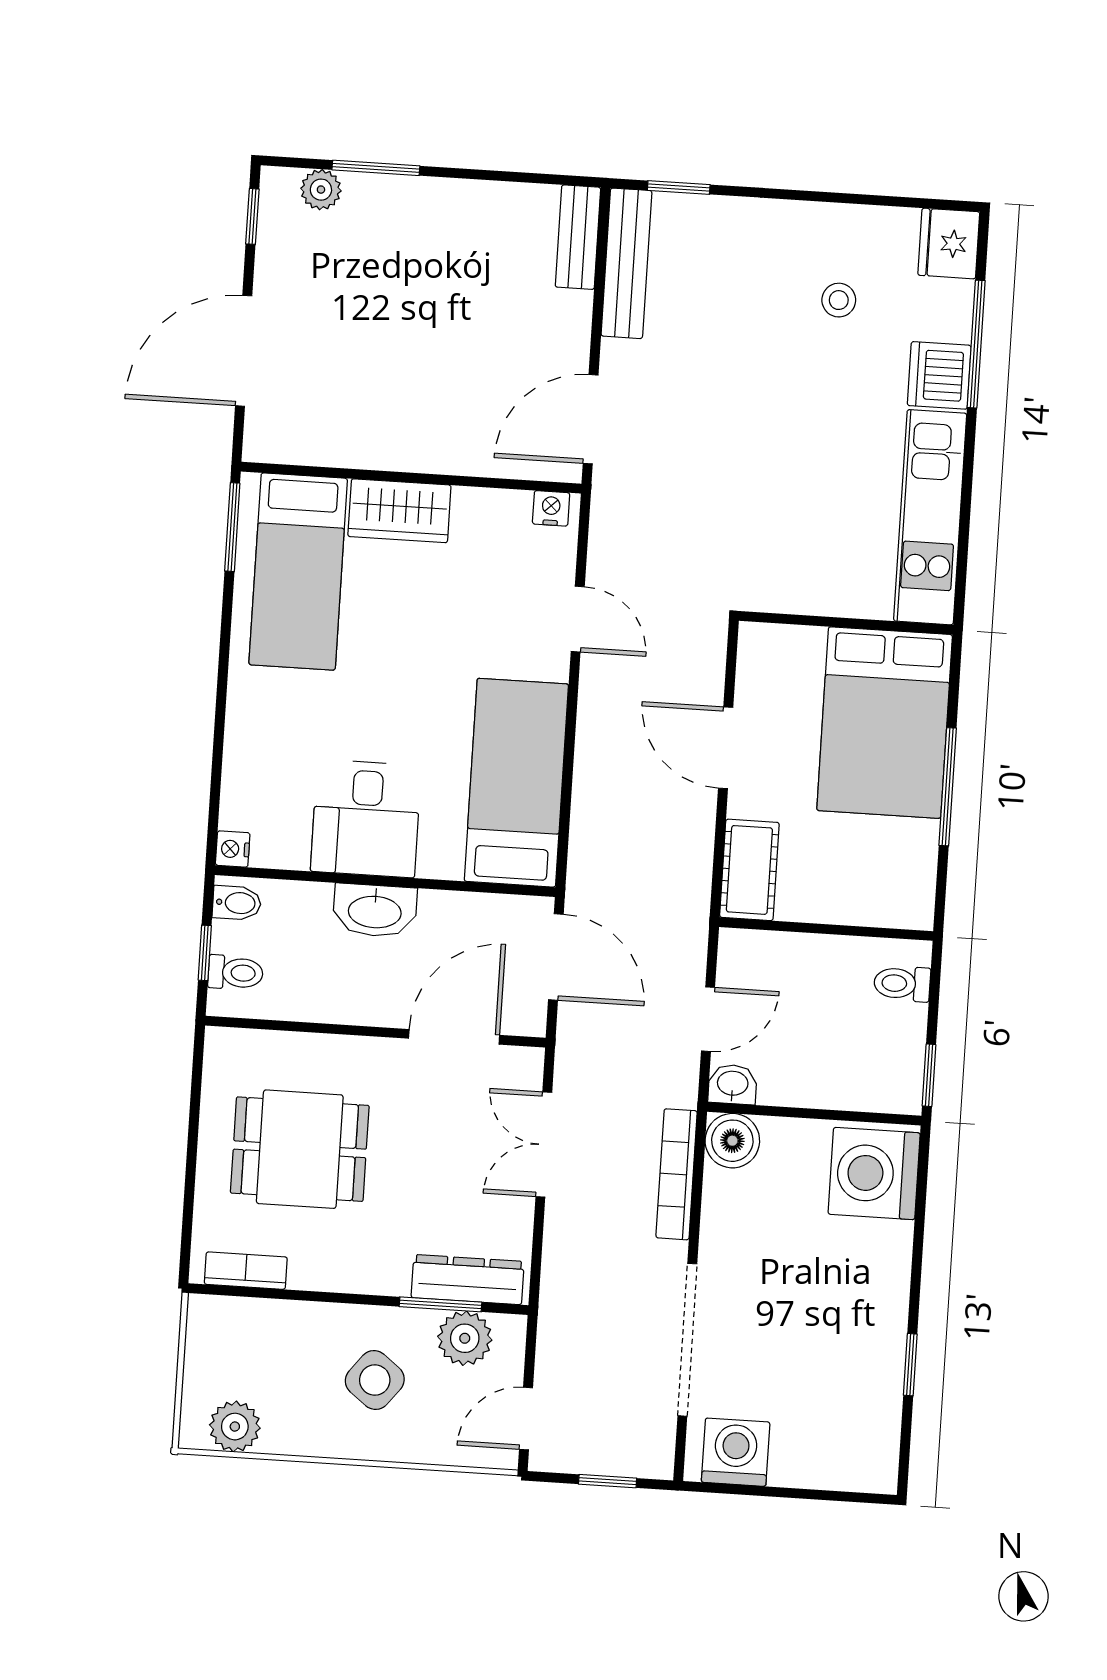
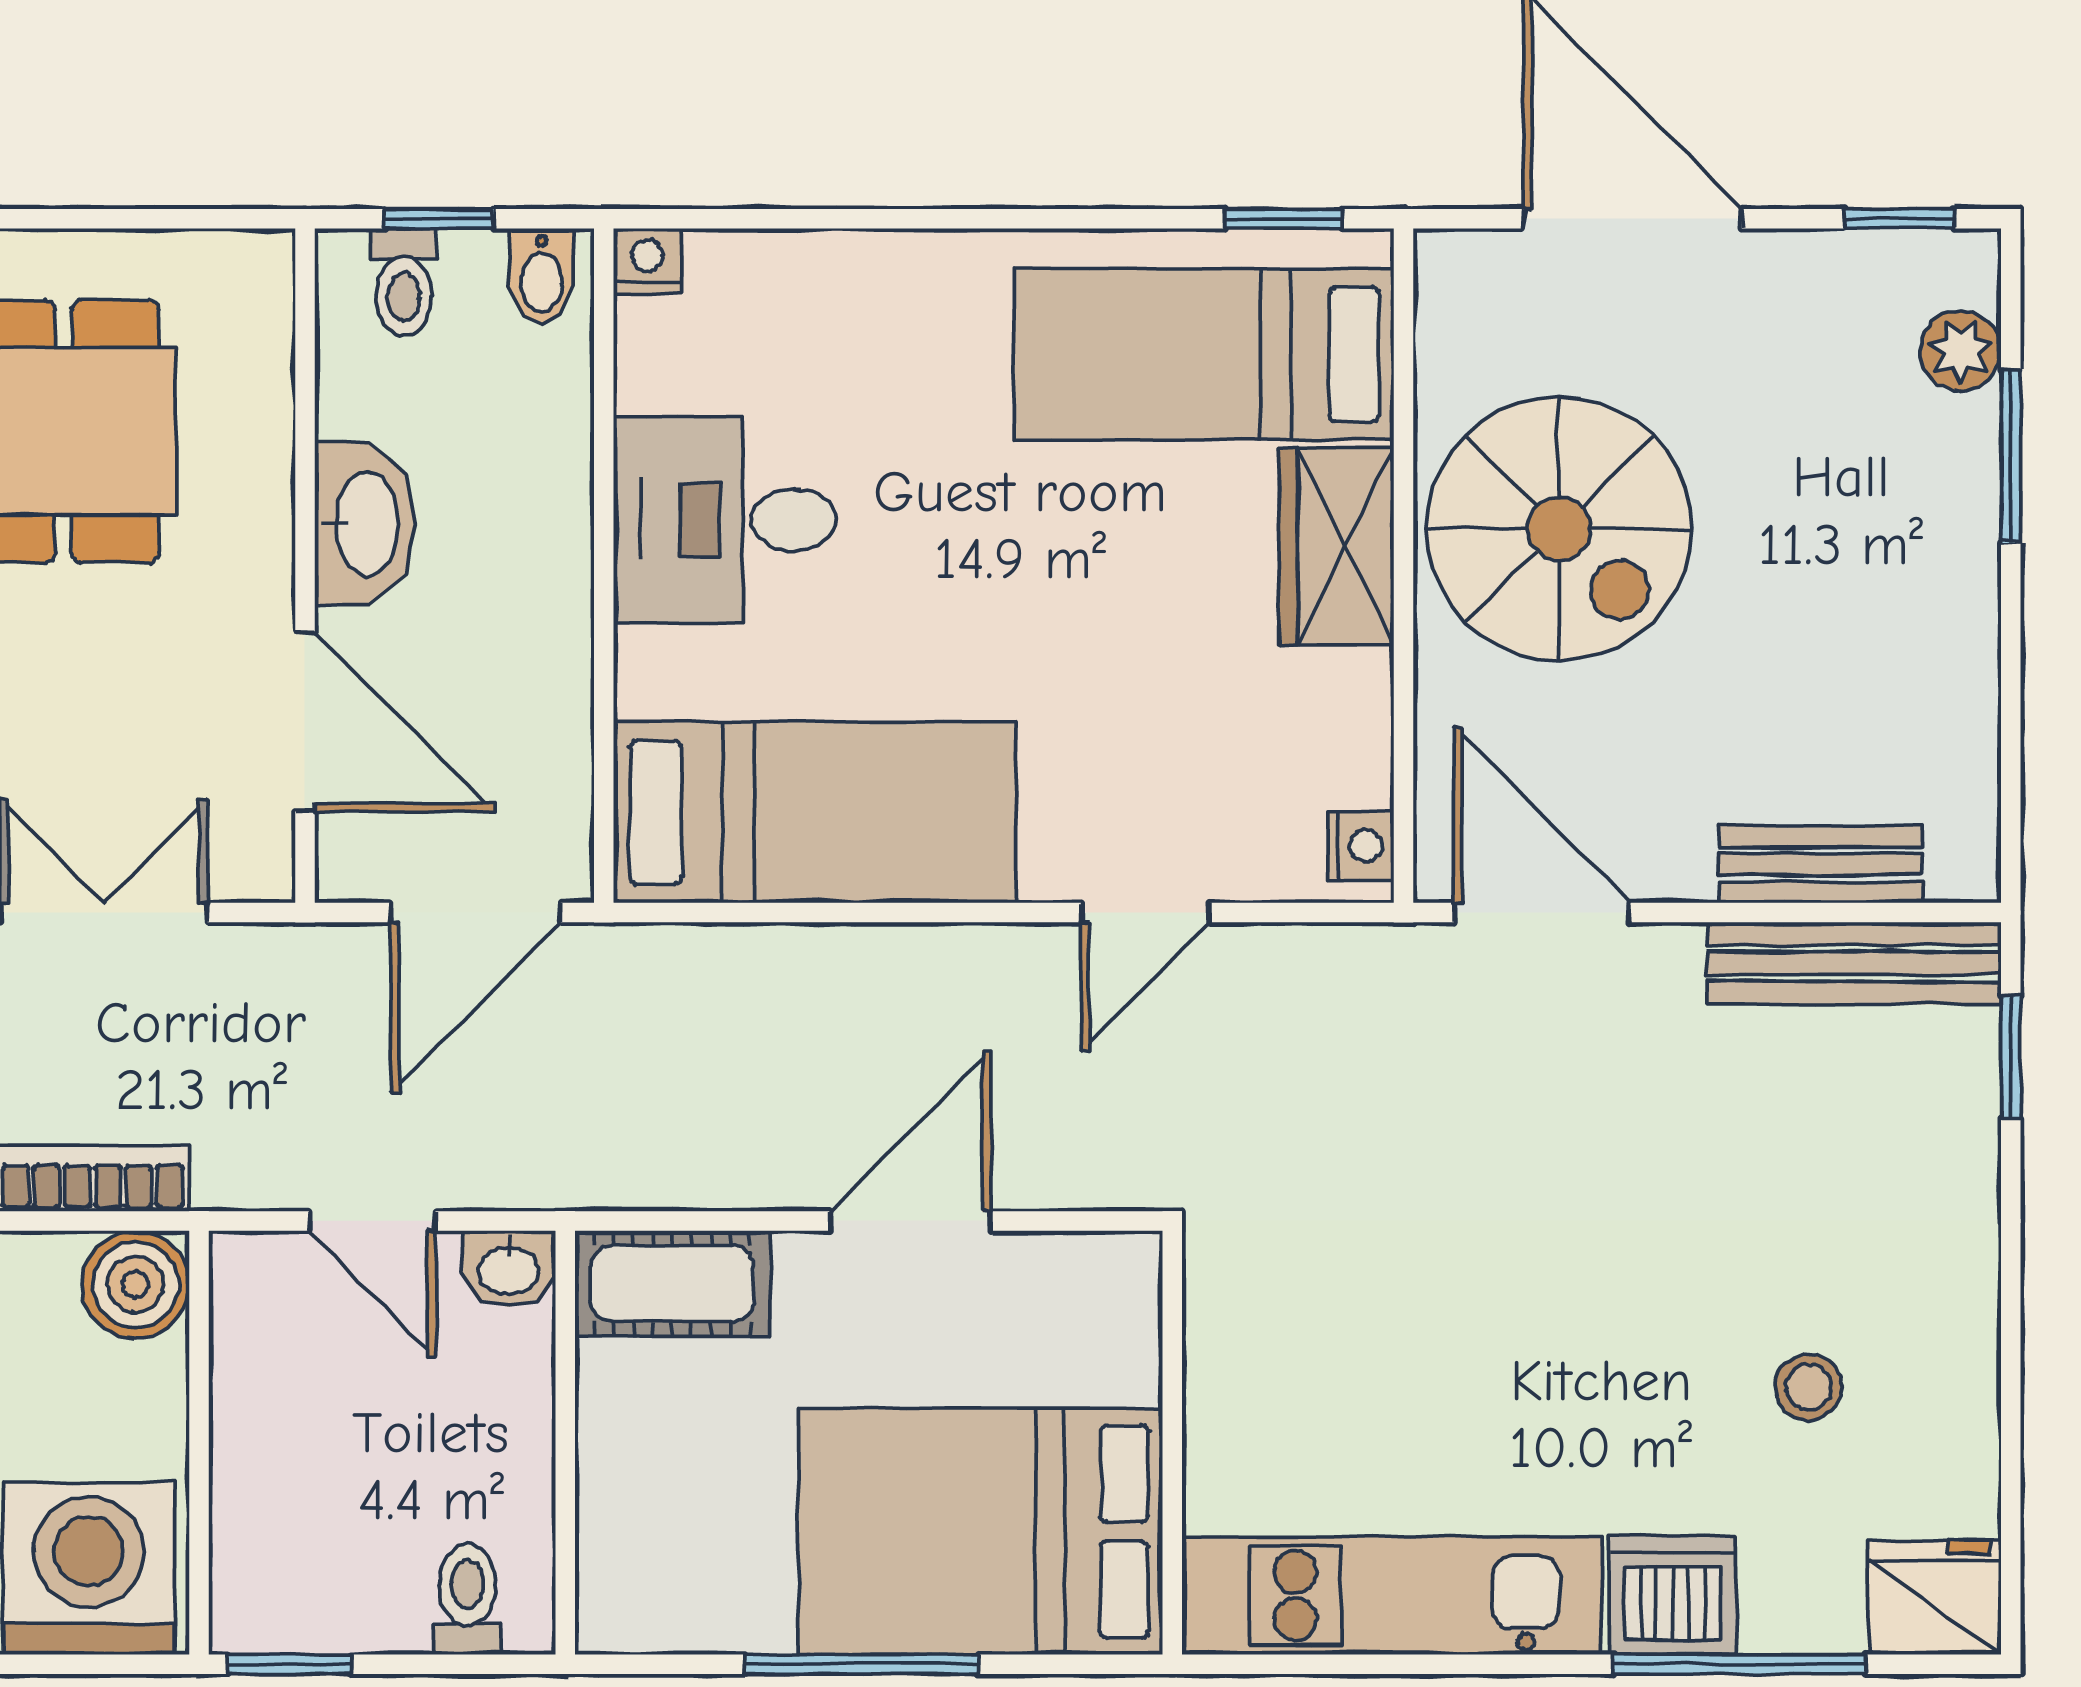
bench: (578, 237) -> (1820, 864), moved
spiral stairs: (398, 398) -> (1559, 529), added
window: (232, 527) -> (1283, 219), width x0.67
washbasin: (375, 911) -> (365, 524), moved, turned 180
washbasin: (733, 1084) -> (508, 1269), moved, turned 90

